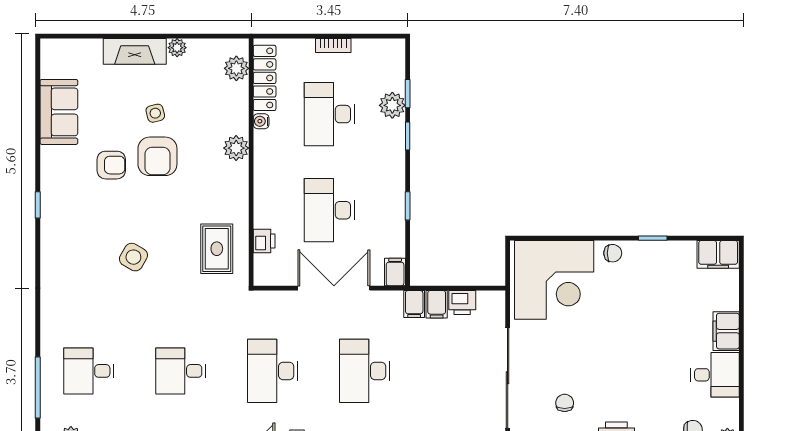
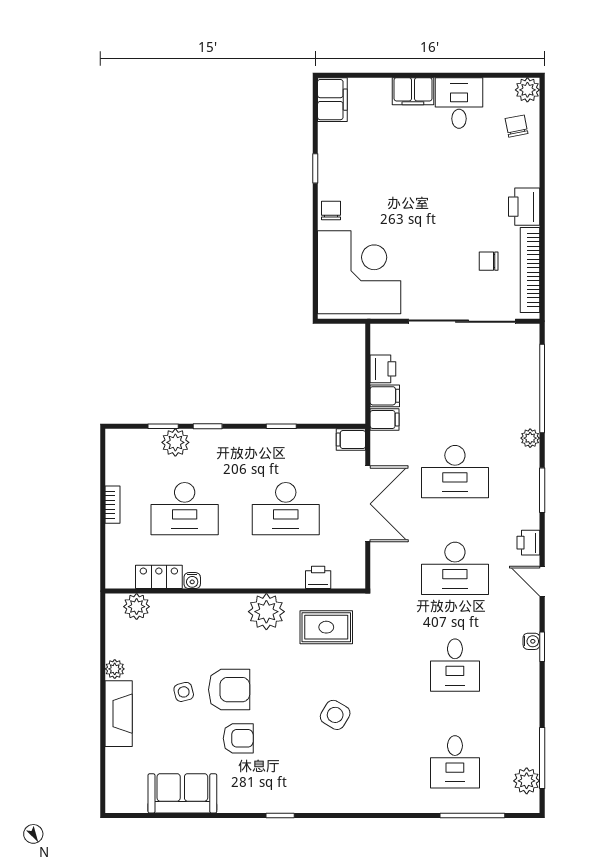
locker: (265, 78) -> (159, 577), width x0.66
plant: (236, 148) -> (266, 612), moved, width x1.36, depth x1.36
armchair: (111, 165) -> (238, 738), turned 90
double door: (334, 288) -> (368, 504), swing flipped

